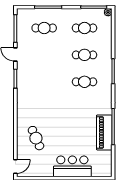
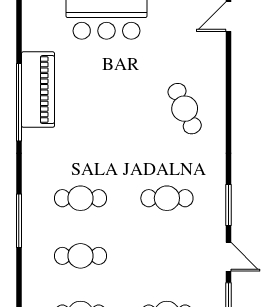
cafe table: (44, 82) -> (167, 198), added
cafe table: (36, 138) -> (185, 109), moved

